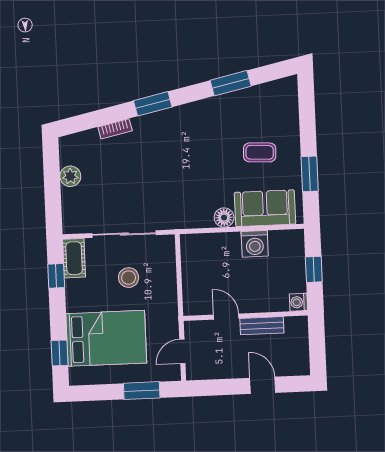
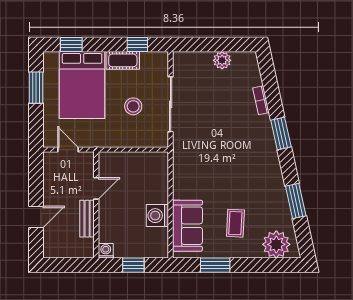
plant: (282, 104) -> (276, 244), added
floor lamp: (224, 218) -> (181, 190), removed
cot: (74, 258) -> (123, 60), moved
window: (142, 391) -> (36, 88), moved

